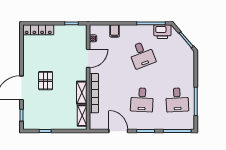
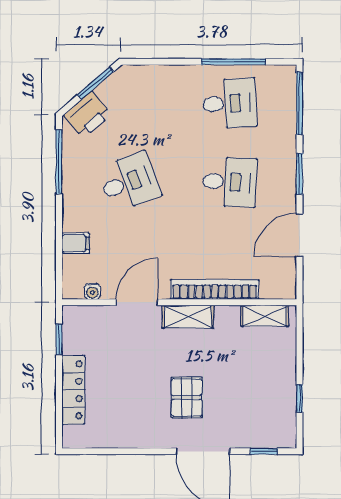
locker: (38, 30) -> (73, 390), moved
printer: (162, 32) -> (87, 114), moved, turned 49
door: (88, 58) -> (137, 302), hinge flipped
pallet: (46, 81) -> (187, 397), turned 90
shelving: (82, 93) -> (188, 317), moved

